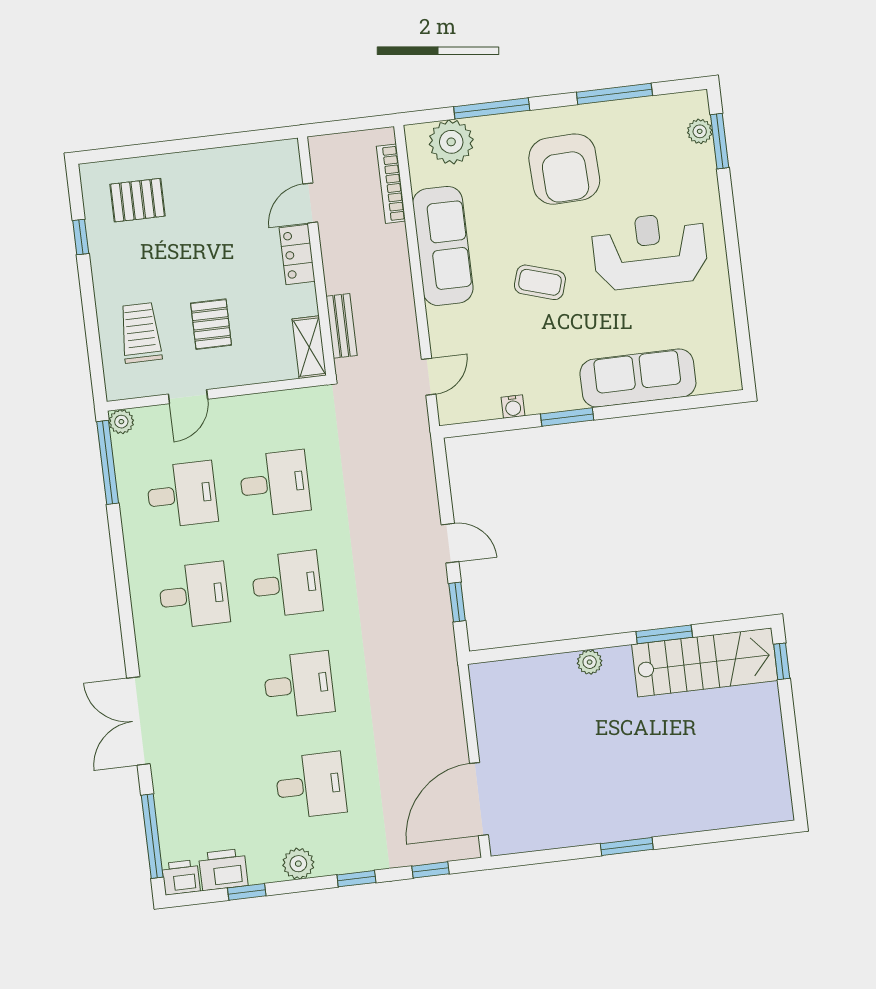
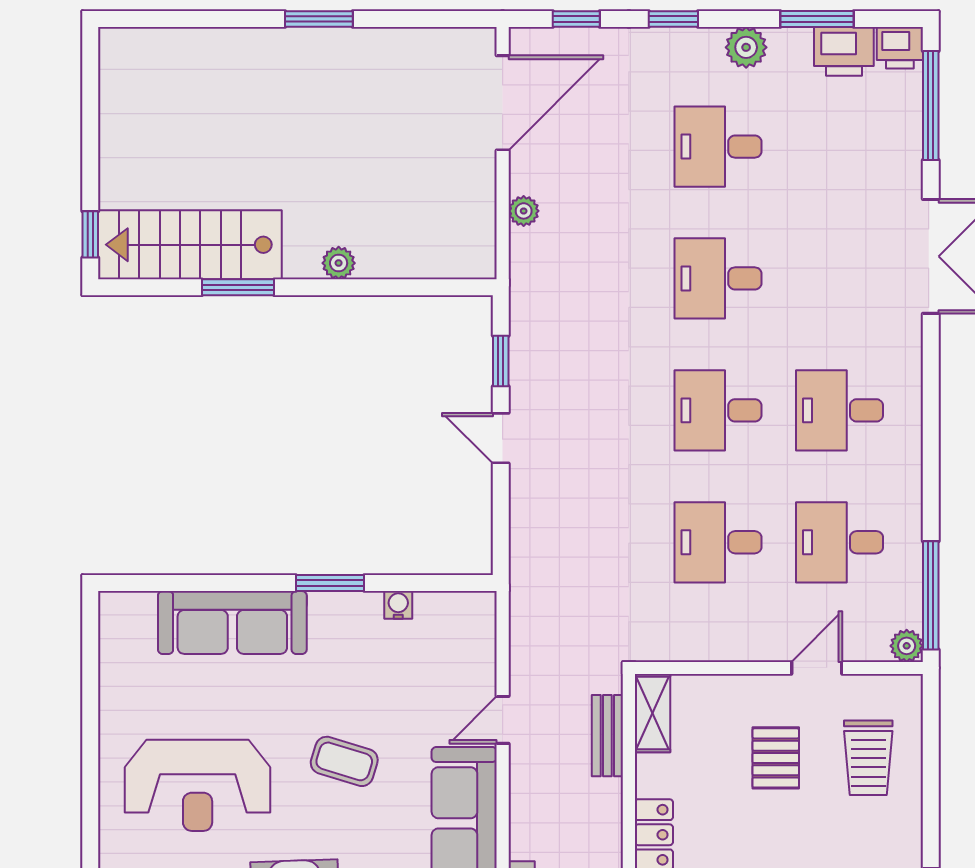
door: (429, 377) -> (503, 720), moved
plant: (453, 719) -> (524, 211), added
window: (247, 892) -> (817, 19), width x1.50

